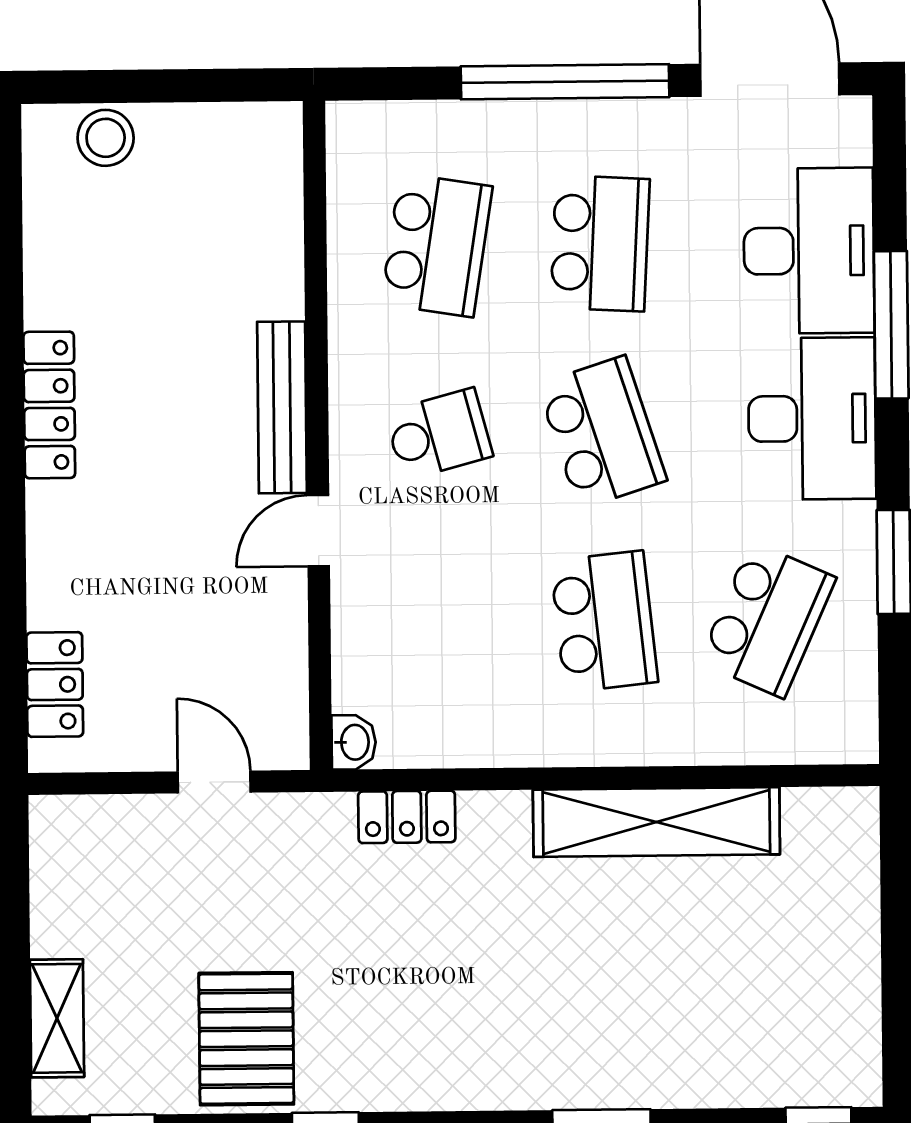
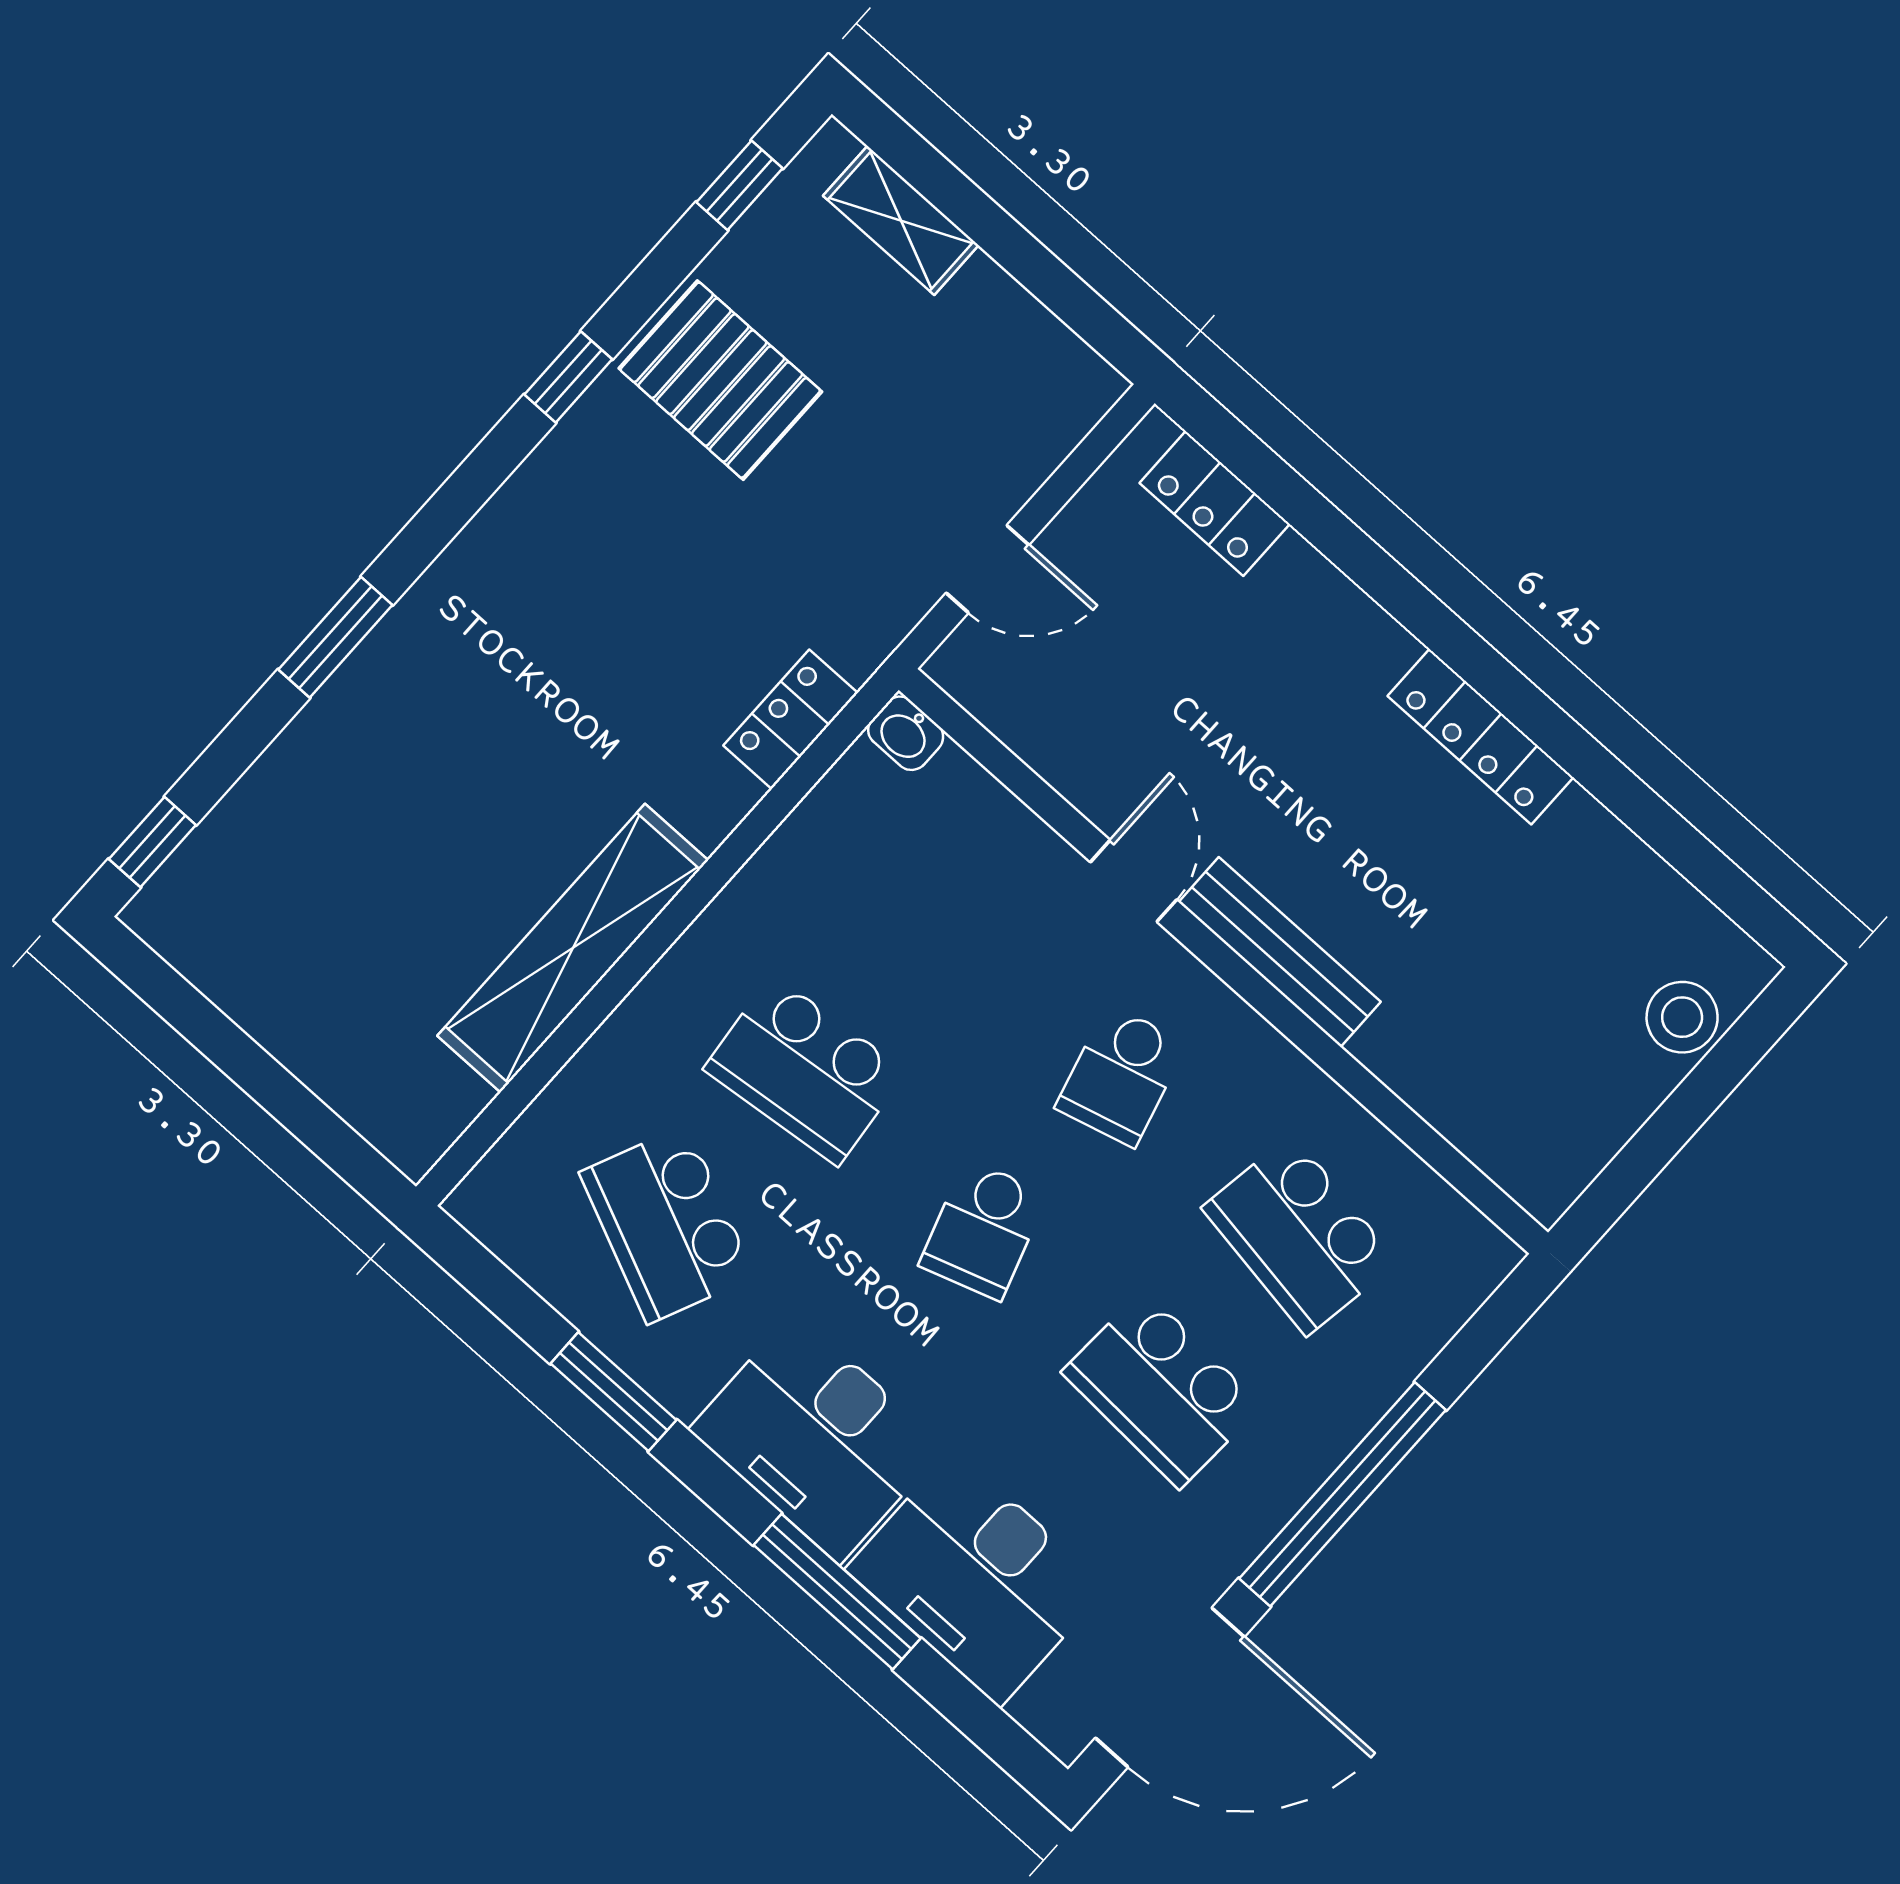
school desk: (602, 432) -> (983, 1230), width x0.54

